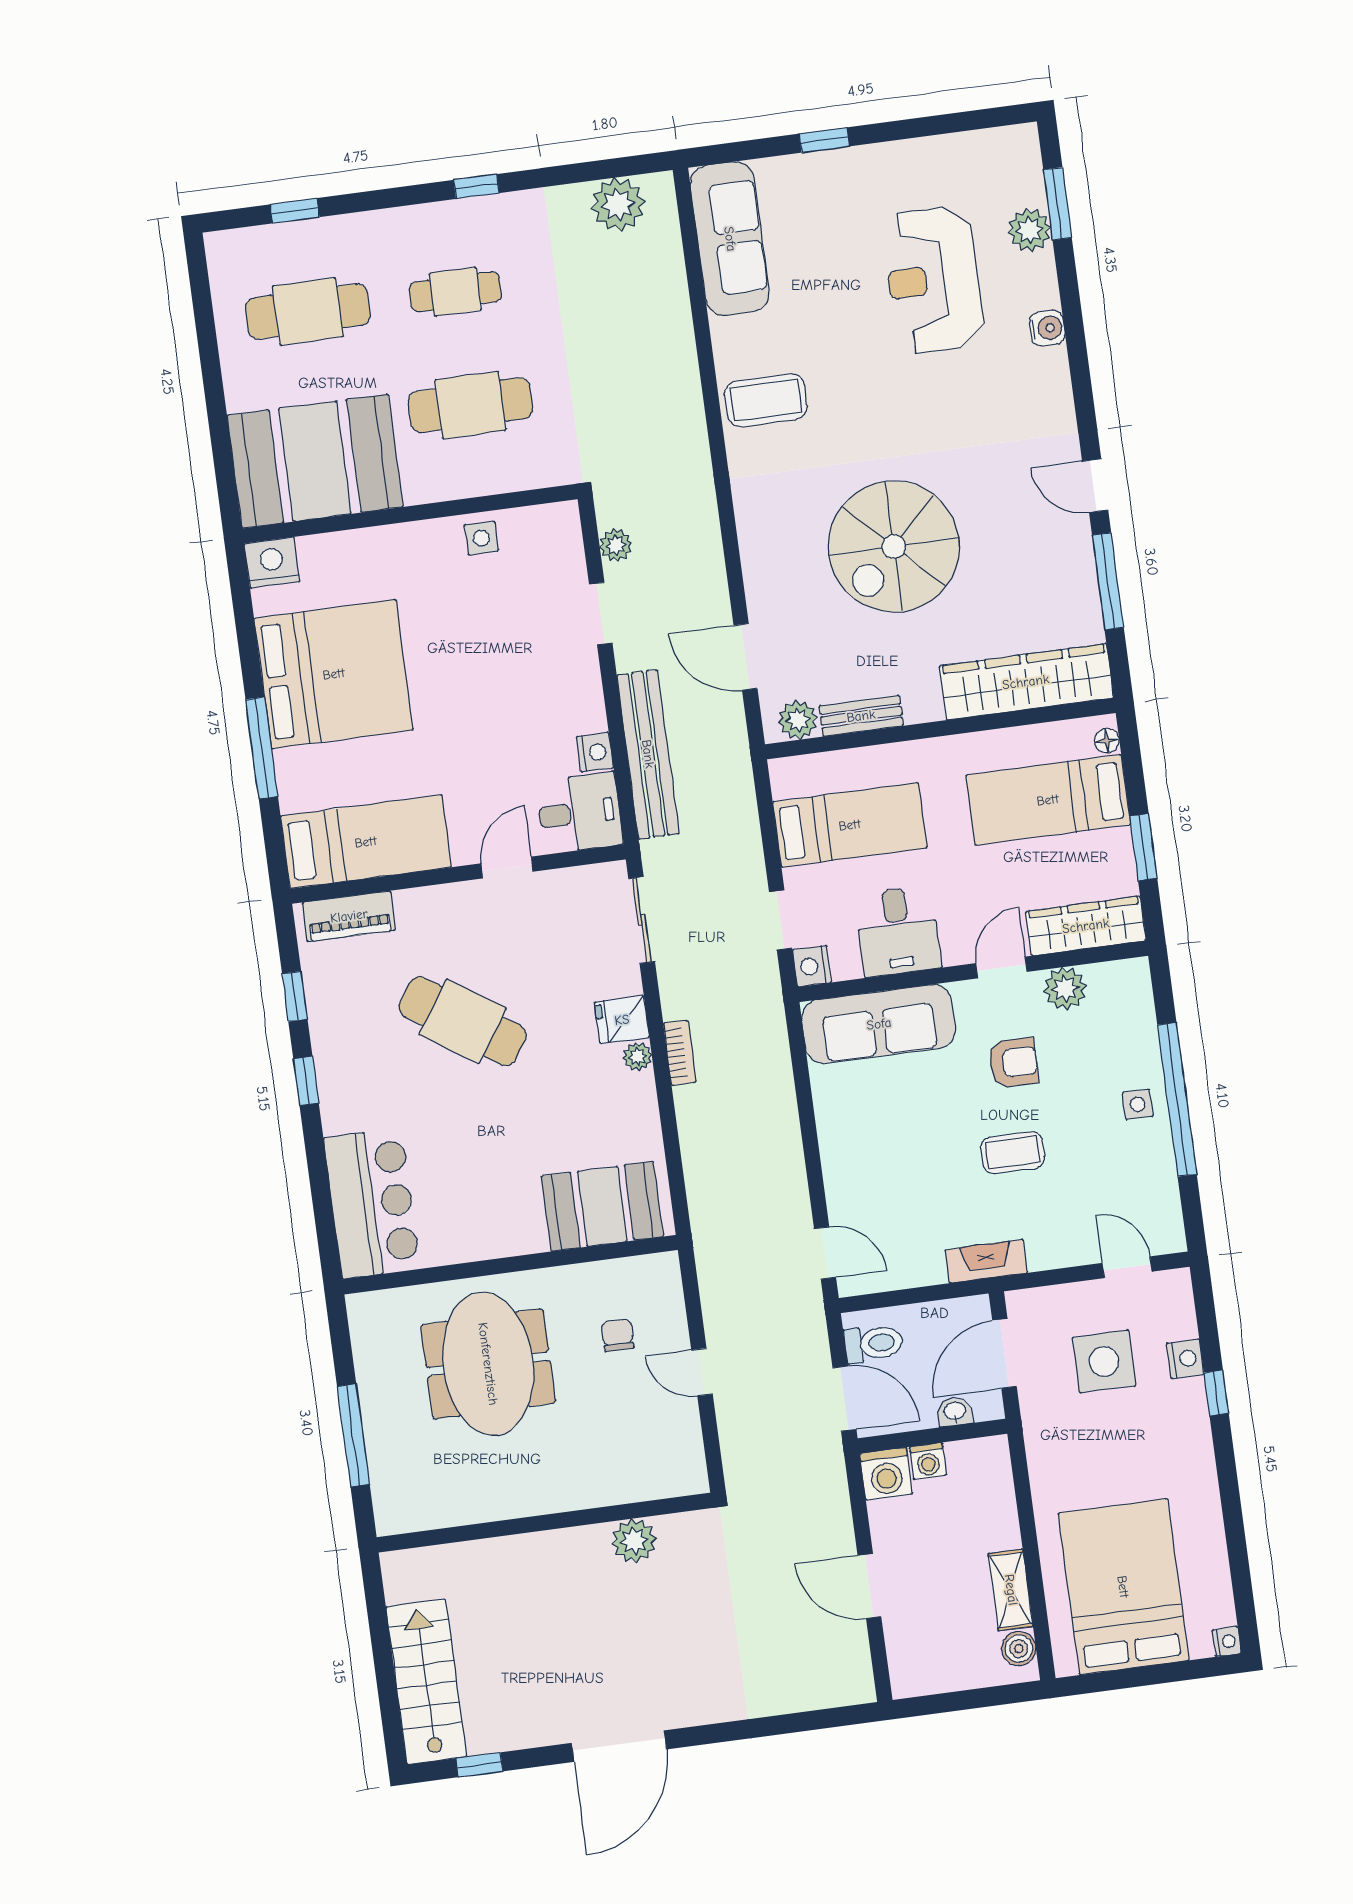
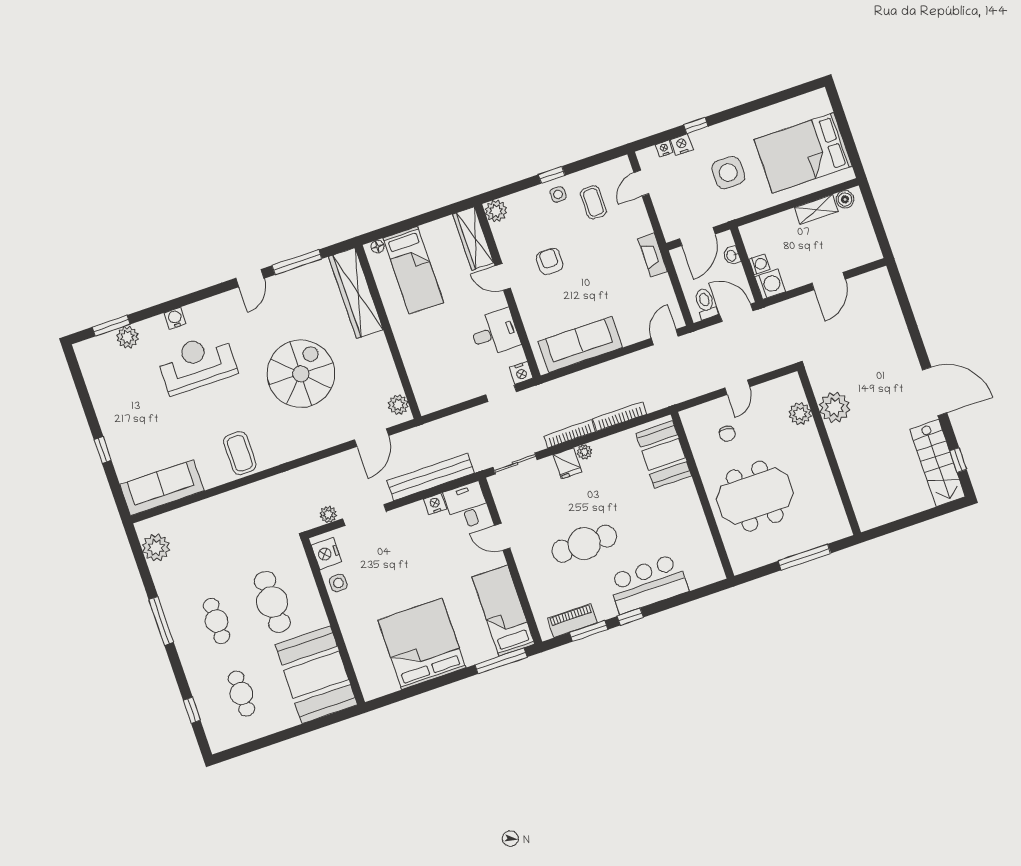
window: (476, 186) -> (161, 621), width x2.17
reception desk: (933, 280) -> (197, 363), moved, turned 180
cafe table: (308, 311) -> (241, 694), width x0.73, depth x0.74
spiral stairs: (894, 546) -> (301, 374), turned -90
nightstand: (272, 563) -> (326, 554), moved
doorway: (601, 614) -> (364, 515), width x1.38
bench: (861, 716) -> (390, 373), removed
window: (262, 748) -> (501, 661), moved
bed: (850, 825) -> (446, 368), removed
window: (1143, 847) -> (428, 217), removed
piano: (349, 916) -> (572, 620), moved, turned -90
plant: (1065, 989) -> (496, 211), moved
window: (295, 996) -> (589, 631), width x1.50
cafe table: (463, 1021) -> (584, 544), turned 56
sofa: (879, 1024) -> (580, 344), moved, turned -90
bookcase: (680, 1053) -> (570, 434), width x1.56
window: (1177, 1099) -> (552, 175), width x0.32
bookcase: (692, 1137) -> (620, 416), added
coffee table: (1013, 1153) -> (593, 202), moved
bar counter: (372, 1203) -> (648, 584), moved
chair: (618, 1335) -> (727, 434), turned -83
door: (1004, 1353) -> (697, 236), hinge flipped
side table: (1104, 1361) -> (728, 173), moved
door: (844, 1399) -> (736, 313), hinge flipped
plant: (628, 1481) -> (800, 414), added
plant: (634, 1541) -> (835, 407), width x1.36, depth x1.36
nightstand: (1227, 1642) -> (664, 149), moved
stairs: (426, 1682) -> (938, 463), moved, turned -90

